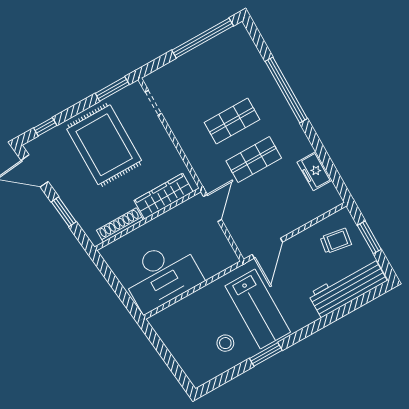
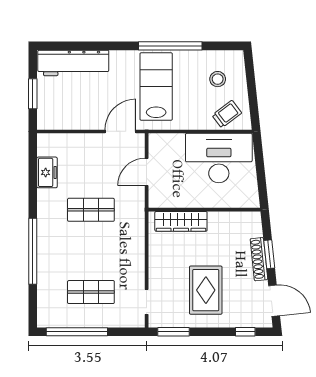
shop shelf: (232, 121) -> (91, 292), moved
rug: (104, 145) -> (206, 290), width x0.73, depth x0.69
door: (212, 208) -> (147, 172), moved
shoe rack: (120, 225) -> (259, 259), moved, turned 84
trolley: (336, 241) -> (227, 114), moved, turned 134
stool: (225, 343) -> (218, 79), moved
window: (266, 354) -> (170, 46), width x2.11

